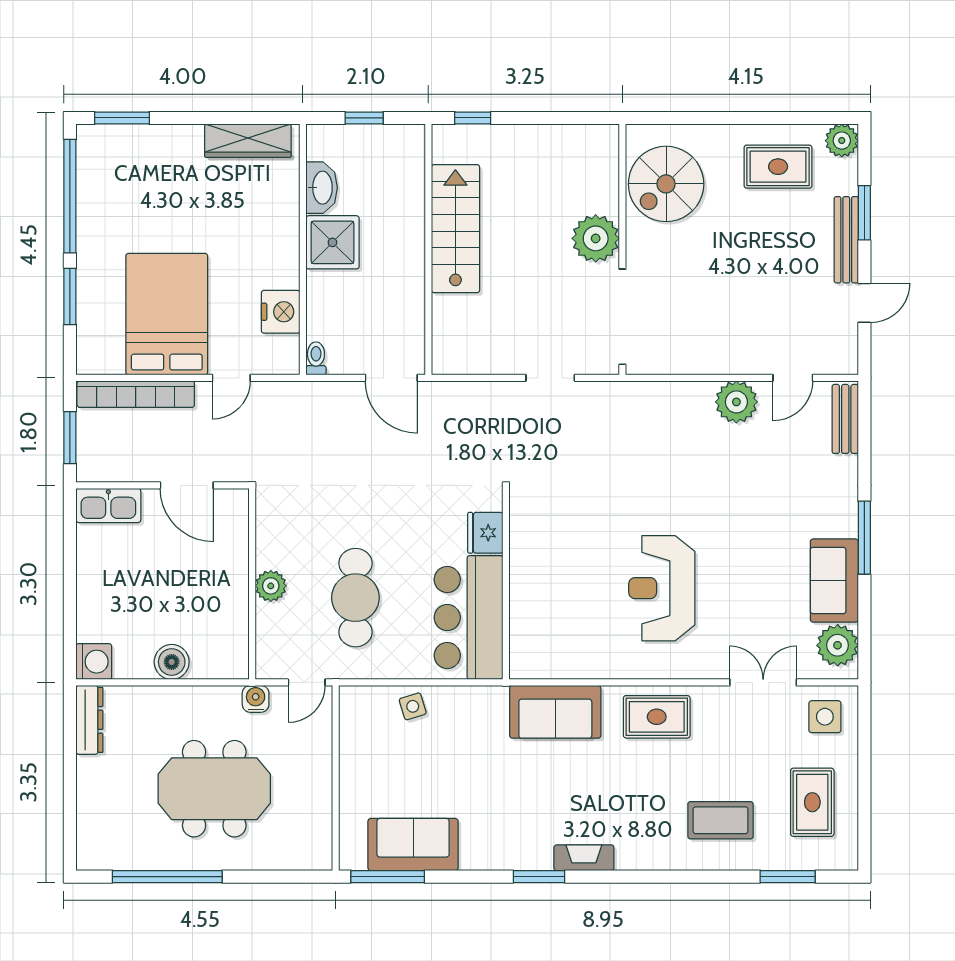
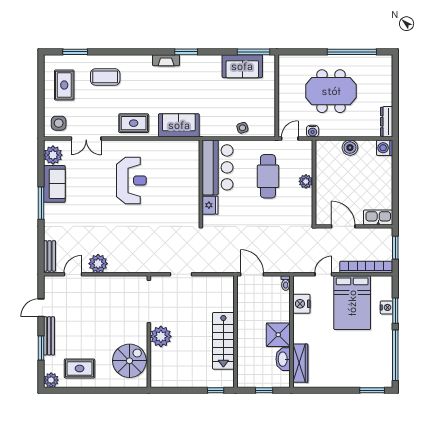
wardrobe: (248, 141) -> (300, 363), moved, turned 90
nightstand: (90, 304) -> (387, 307), added

